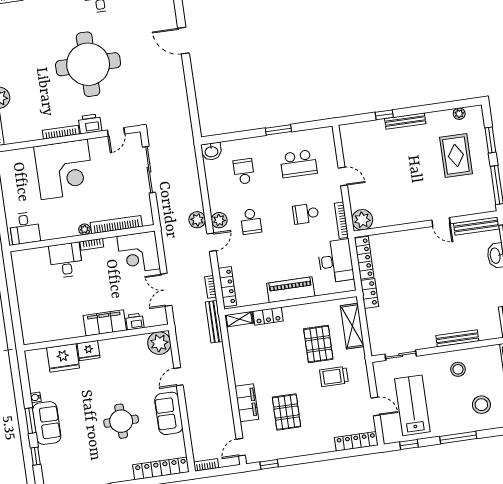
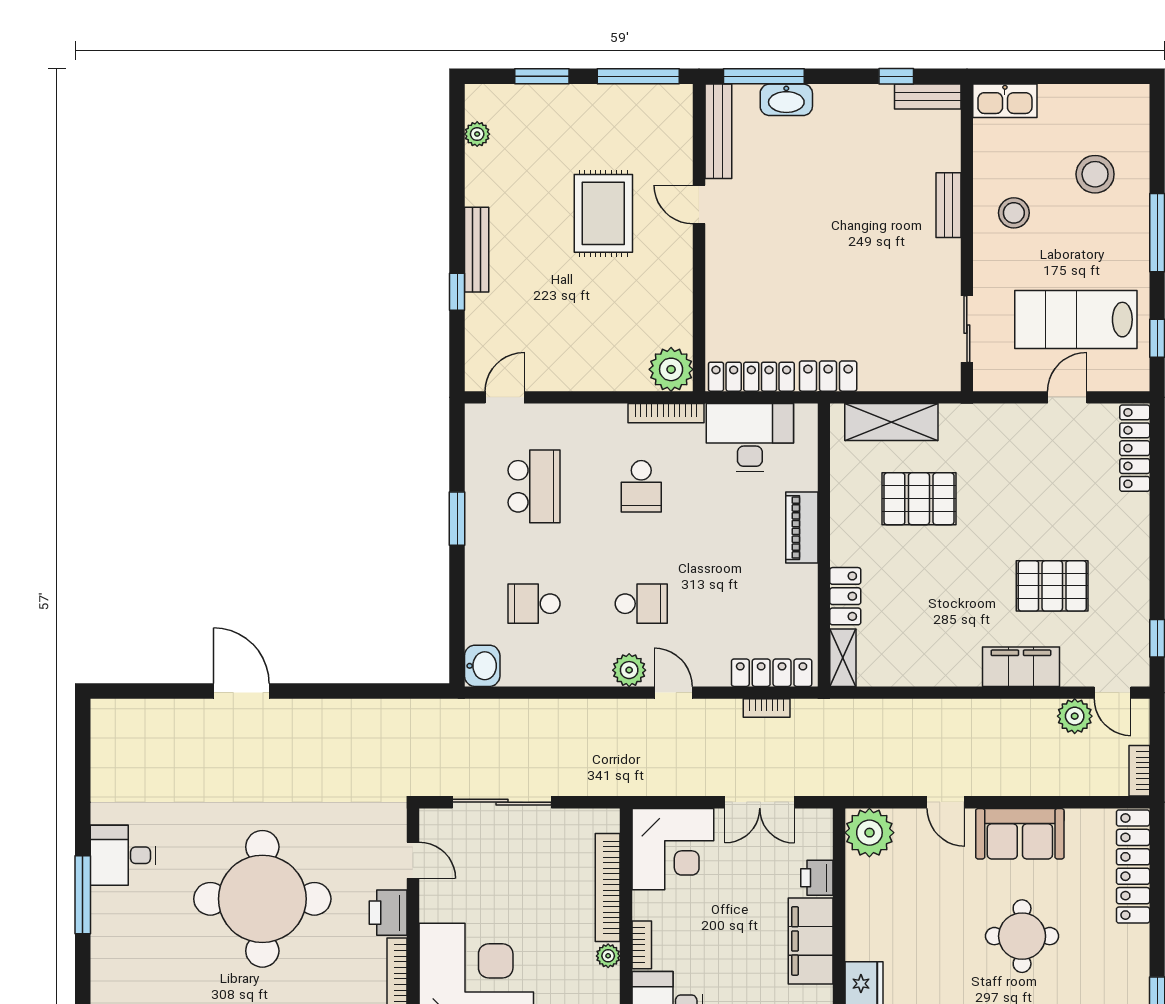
door: (184, 41) -> (241, 691), swing flipped
rug: (456, 155) -> (603, 213), moved, turned 90
door: (343, 176) -> (505, 397), moved
plant: (197, 220) -> (1075, 716), moved
door: (441, 222) -> (699, 205), swing flipped
piano: (291, 290) -> (802, 528), width x0.73, depth x0.75
bench: (214, 322) -> (841, 711), removed
bench: (457, 338) -> (948, 205), width x0.73
trolley: (334, 376) -> (992, 476), removed

